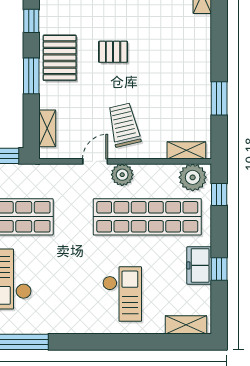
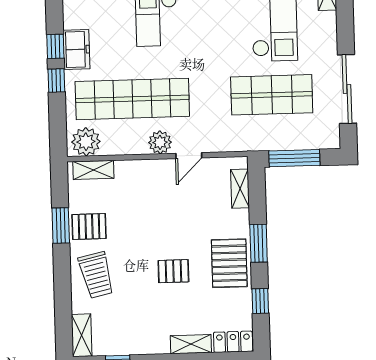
pallet: (192, 97) -> (89, 227), added
trolley: (124, 125) -> (96, 275), moved
window: (219, 194) -> (56, 81), moved

